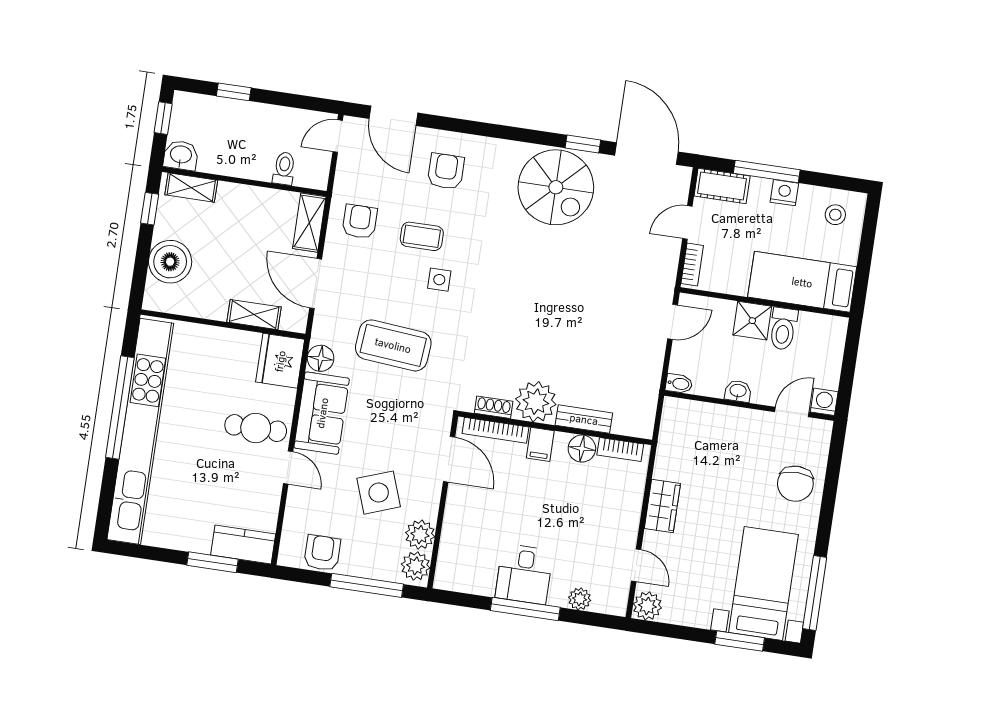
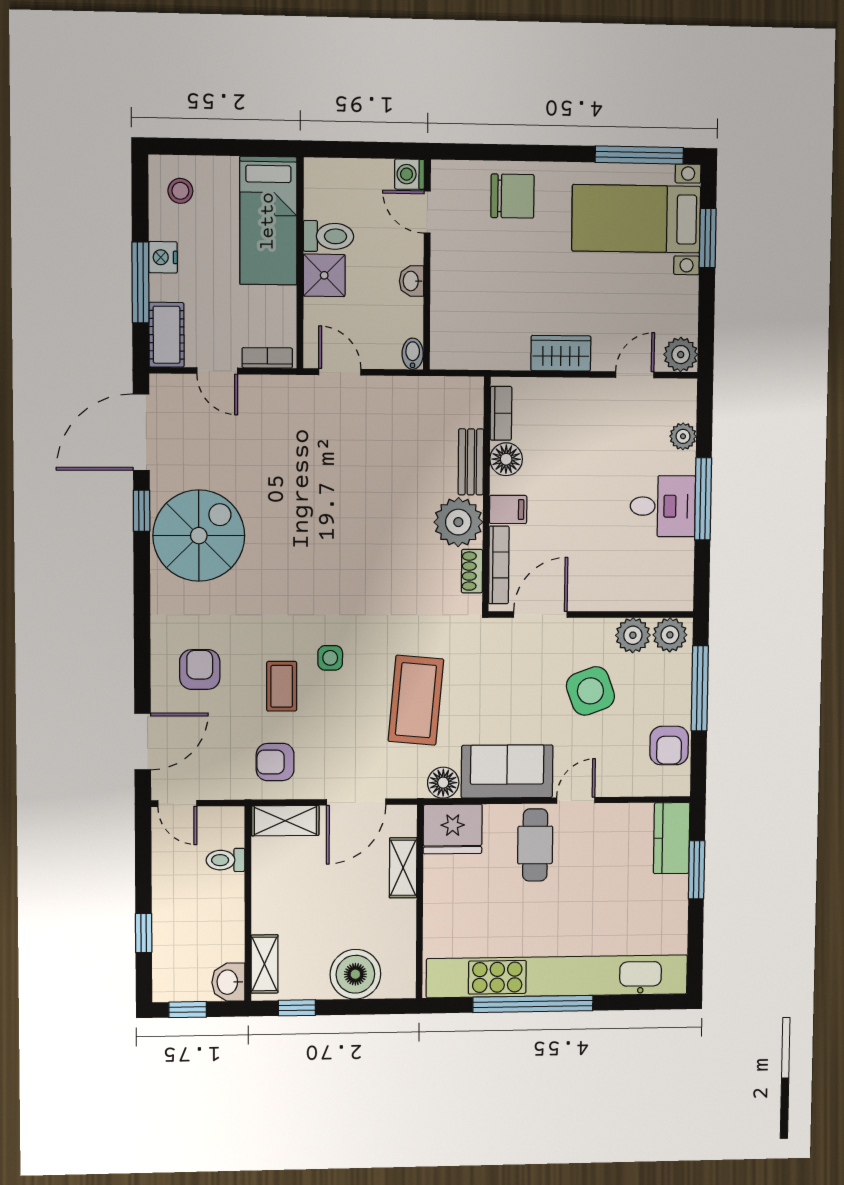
armchair: (446, 171) -> (200, 669), turned 90
armchair: (322, 553) -> (669, 746), turned -90

